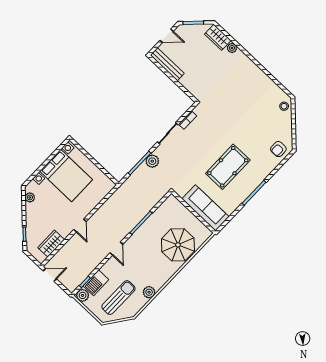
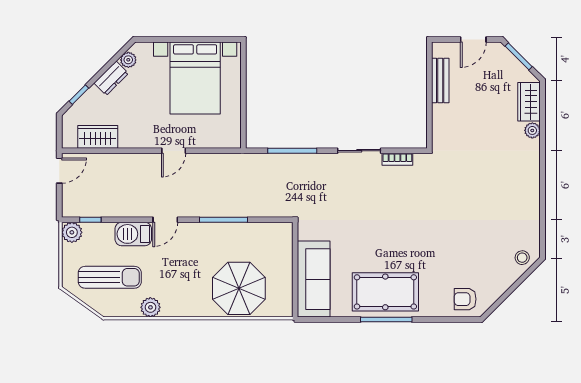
door: (167, 36) -> (473, 40), hinge flipped
bench: (167, 64) -> (440, 81), width x0.73
plant: (152, 161) -> (309, 164), removed
pool table: (228, 167) -> (385, 292), moved
dresser: (31, 213) -> (111, 78), added
door: (80, 226) -> (174, 151), moved
door: (50, 275) -> (59, 171), hinge flipped
barbecue: (96, 283) -> (133, 234), moved

